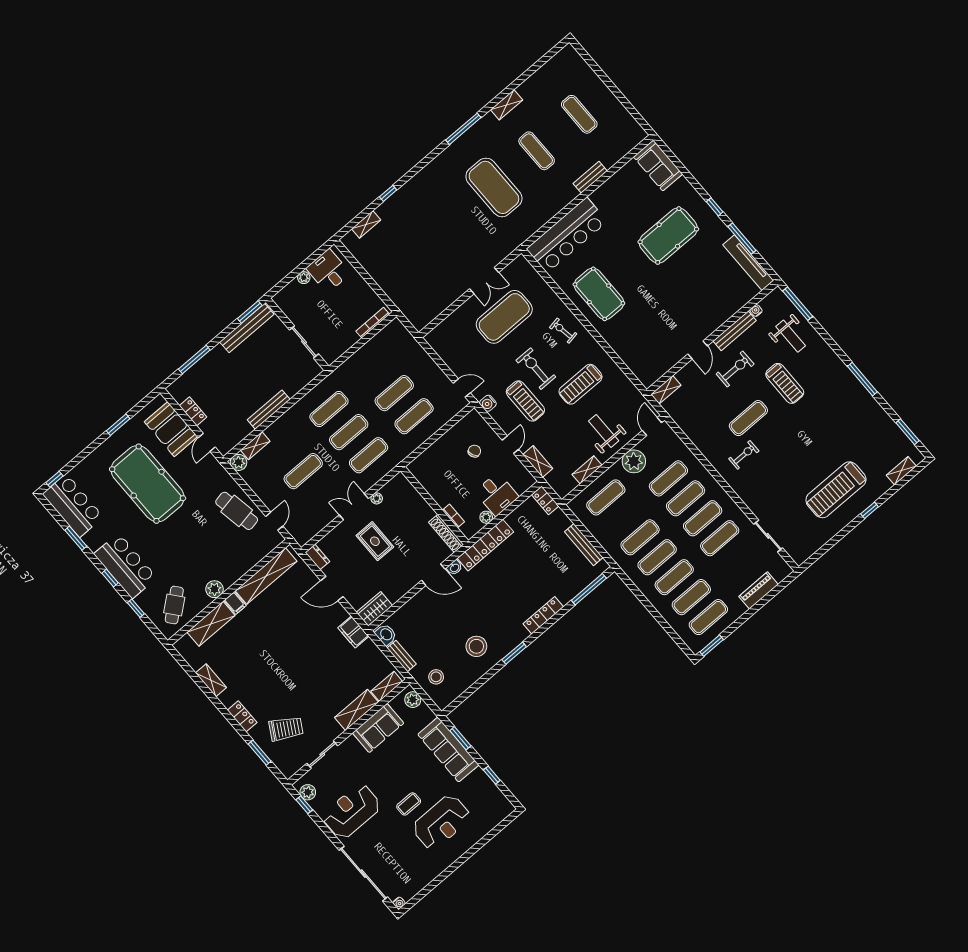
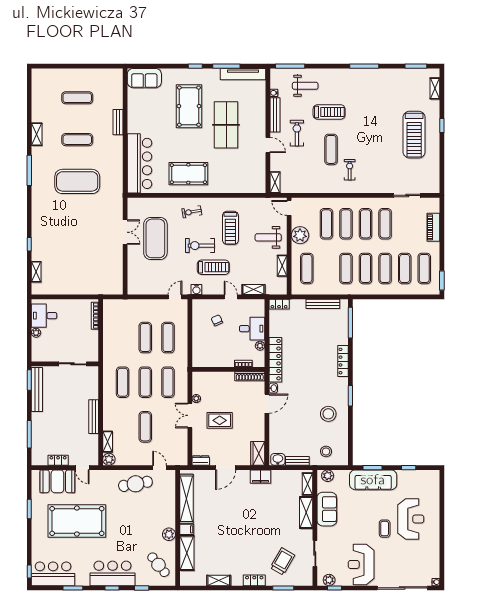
table tennis table: (682, 290) -> (226, 125), added

